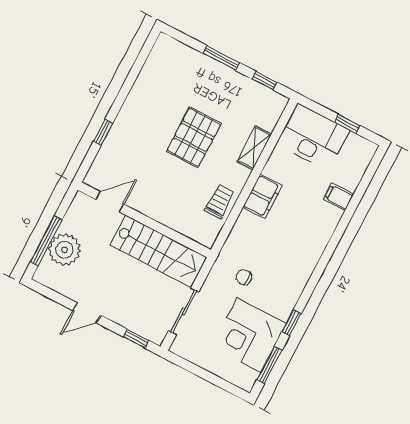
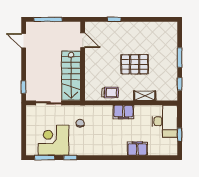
filing cabinet: (339, 197) -> (137, 149), width x2.00
plant: (64, 250) -> (48, 30), removed
door: (87, 313) -> (24, 41), moved

